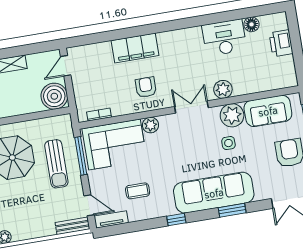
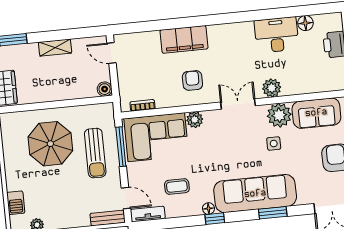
door: (66, 66) -> (111, 53), hinge flipped
boiler: (54, 96) -> (105, 89), width x0.54, depth x0.54
floor lamp: (170, 210) -> (208, 209), added

